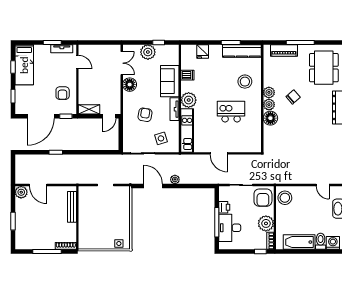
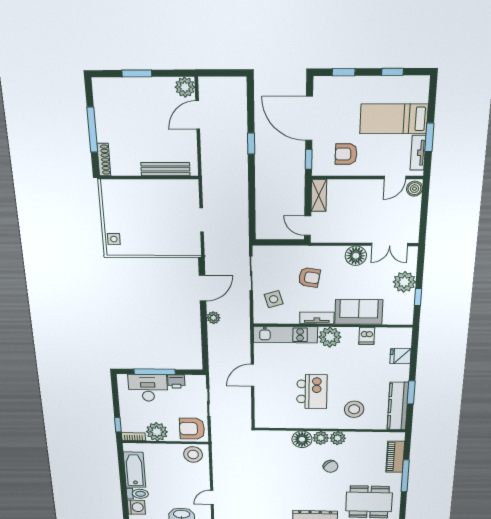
boiler: (85, 49) -> (414, 189), added
bed: (24, 65) -> (394, 119), moved

